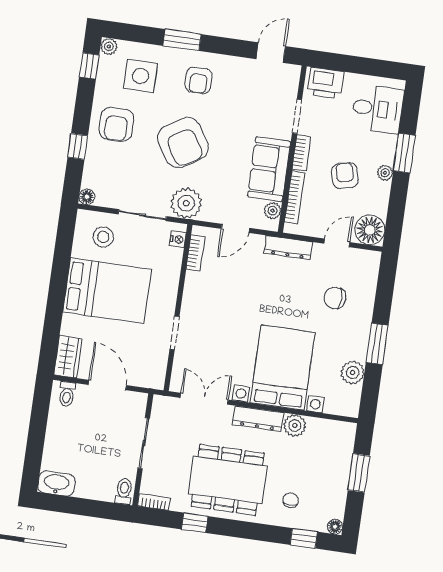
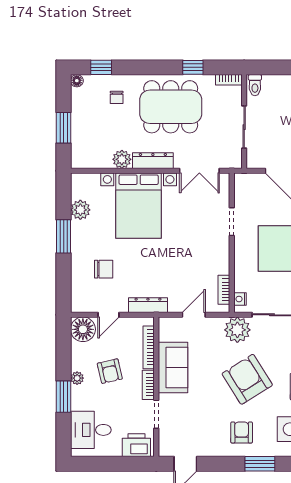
plant: (272, 211) -> (165, 334), removed

